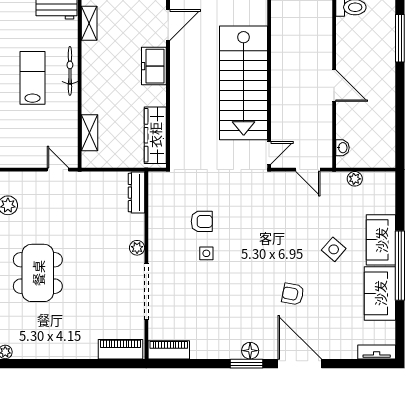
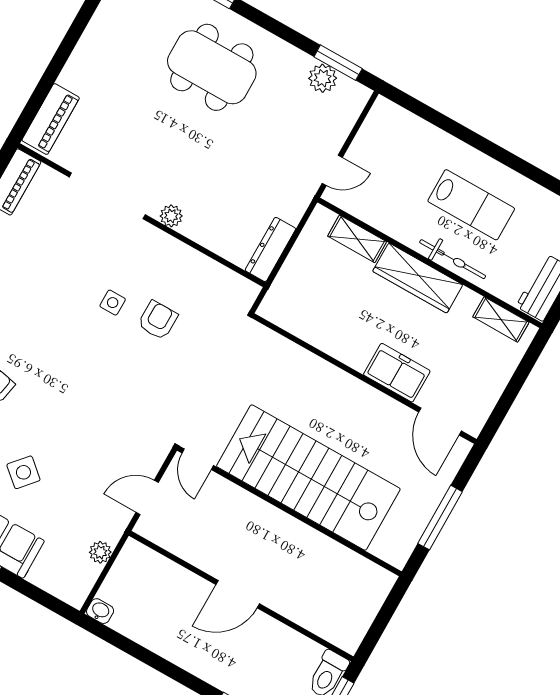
wardrobe: (155, 135) -> (418, 278), moved, turned 180
washbasin: (342, 148) -> (100, 611), moved, turned 180
dresser: (137, 193) -> (270, 249), moved, turned -90
armchair: (202, 221) -> (158, 320), turned 180

